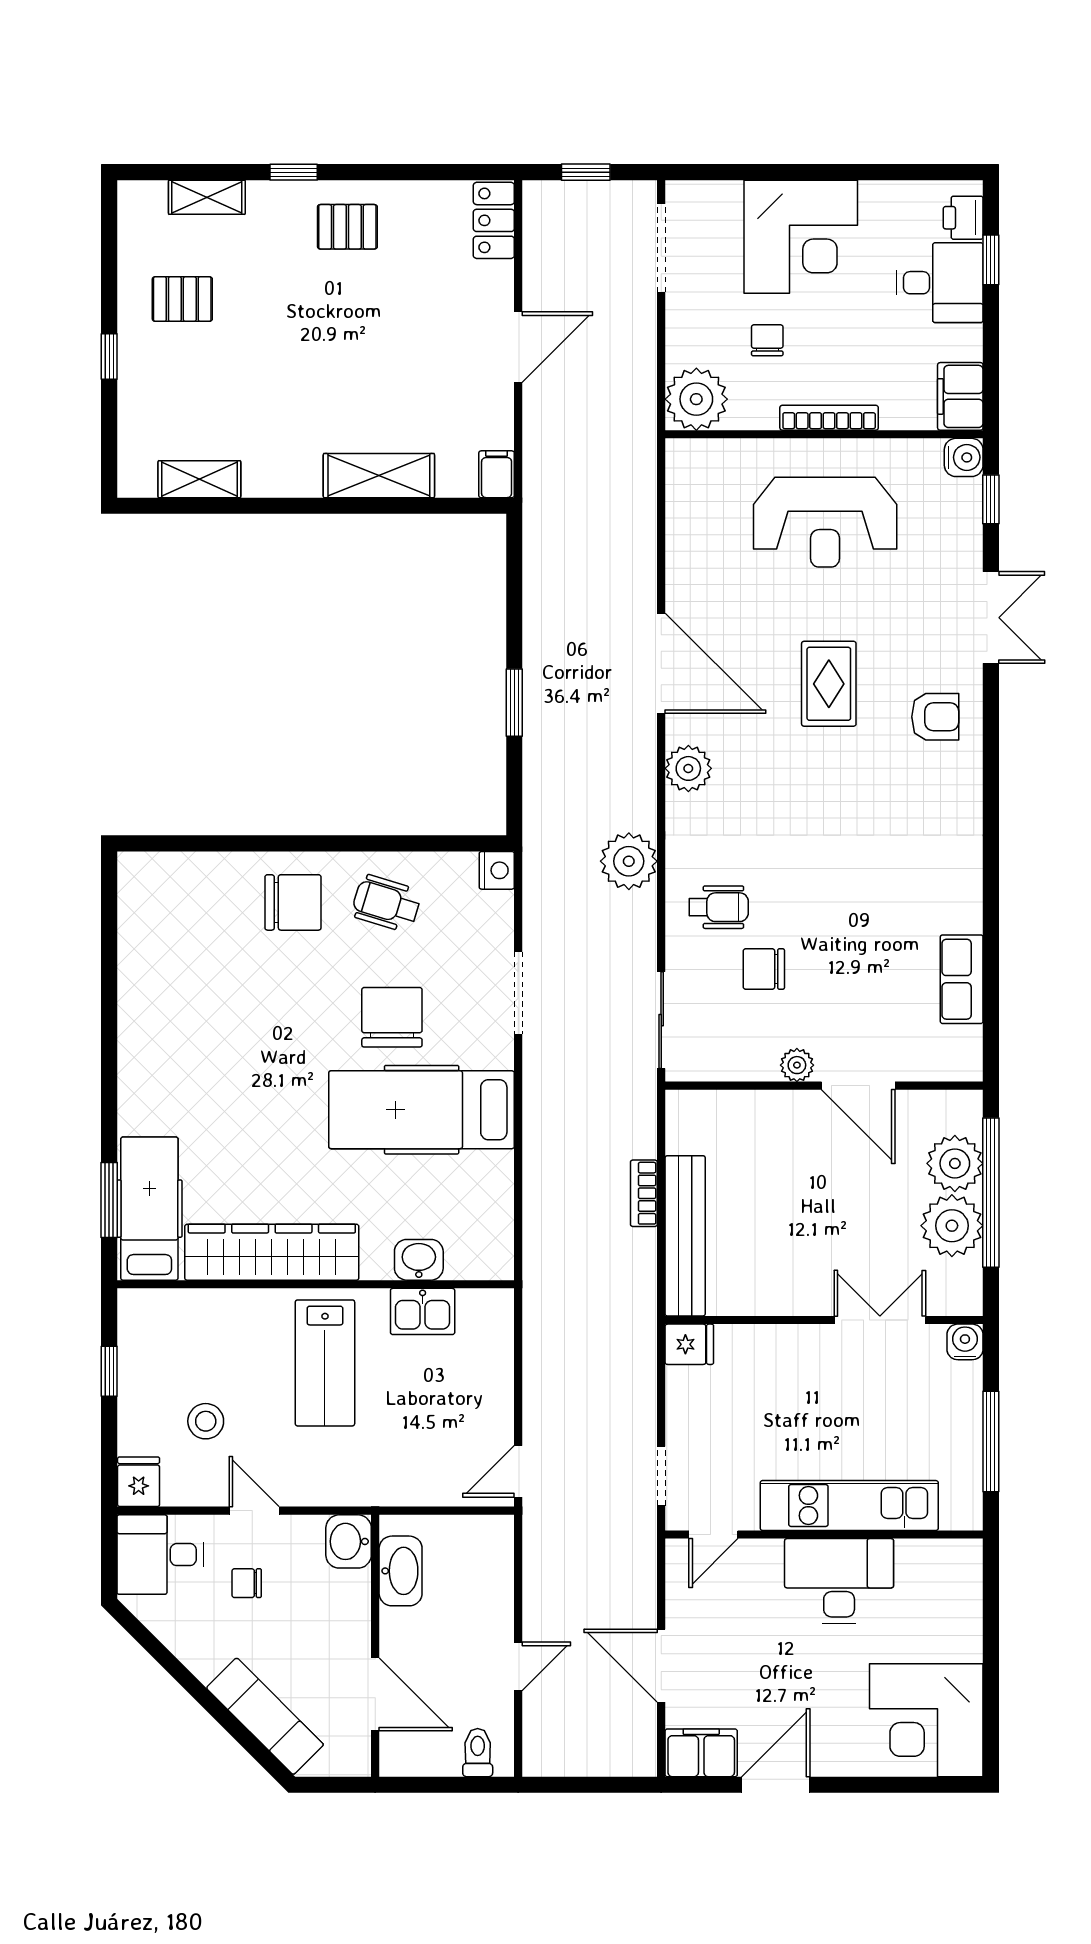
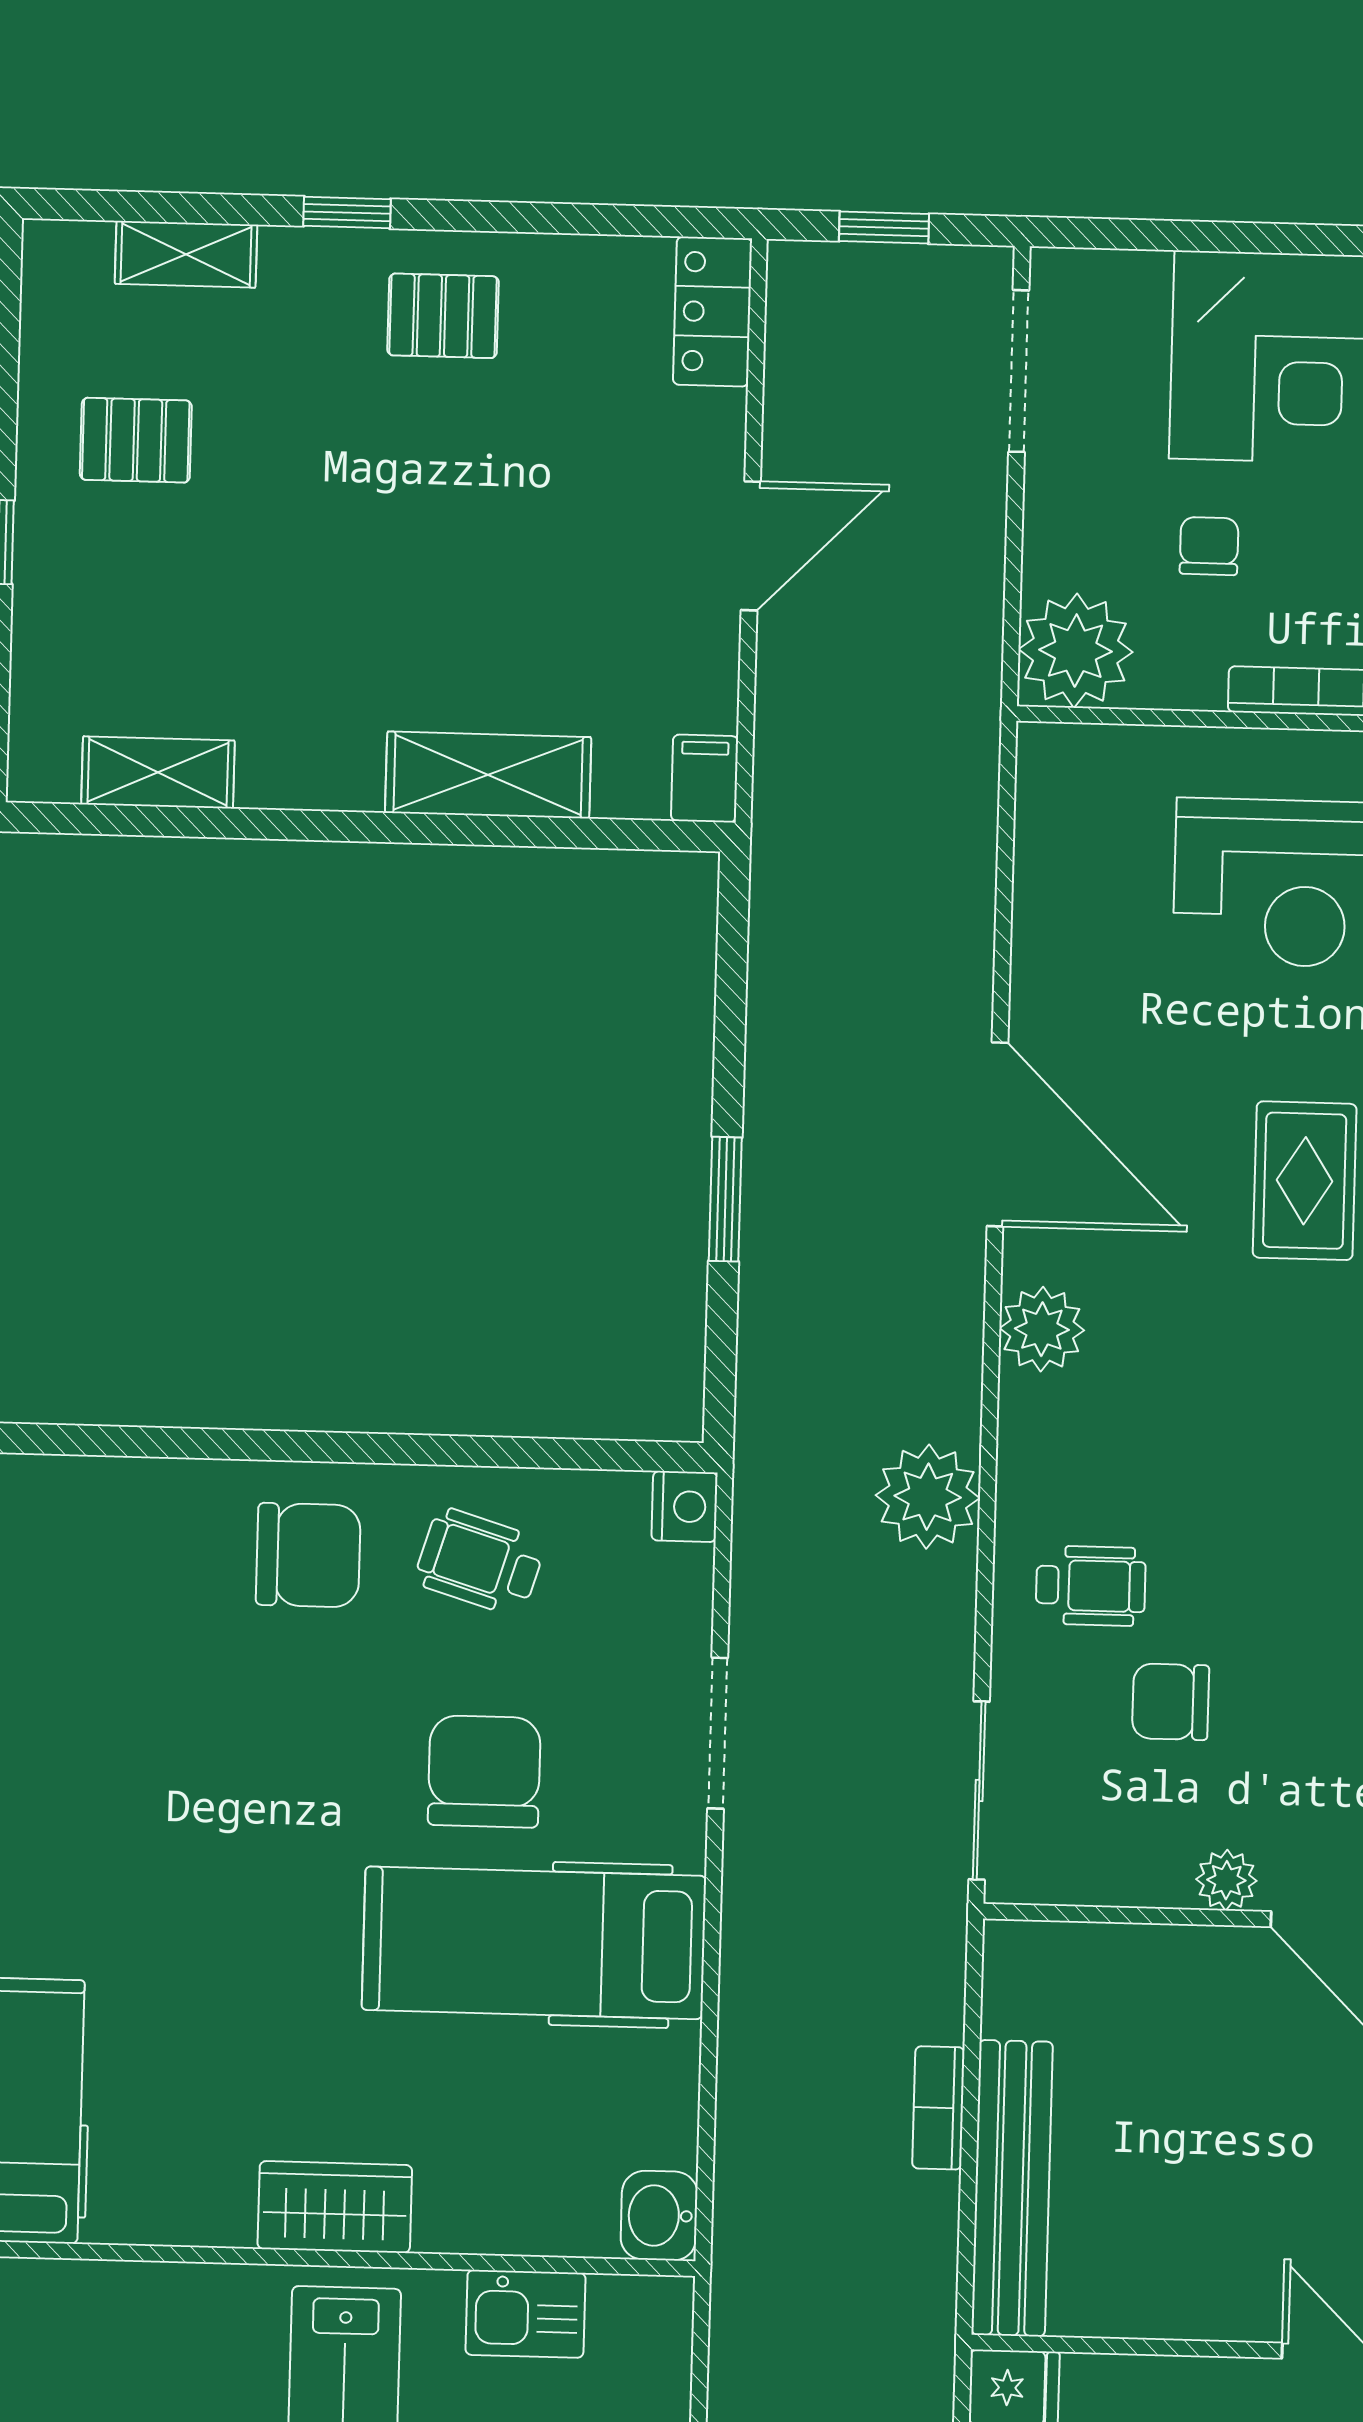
wardrobe: (272, 1252) -> (335, 2207), width x0.48, depth x0.85
washbasin: (419, 1260) -> (659, 2216), moved, turned -90

